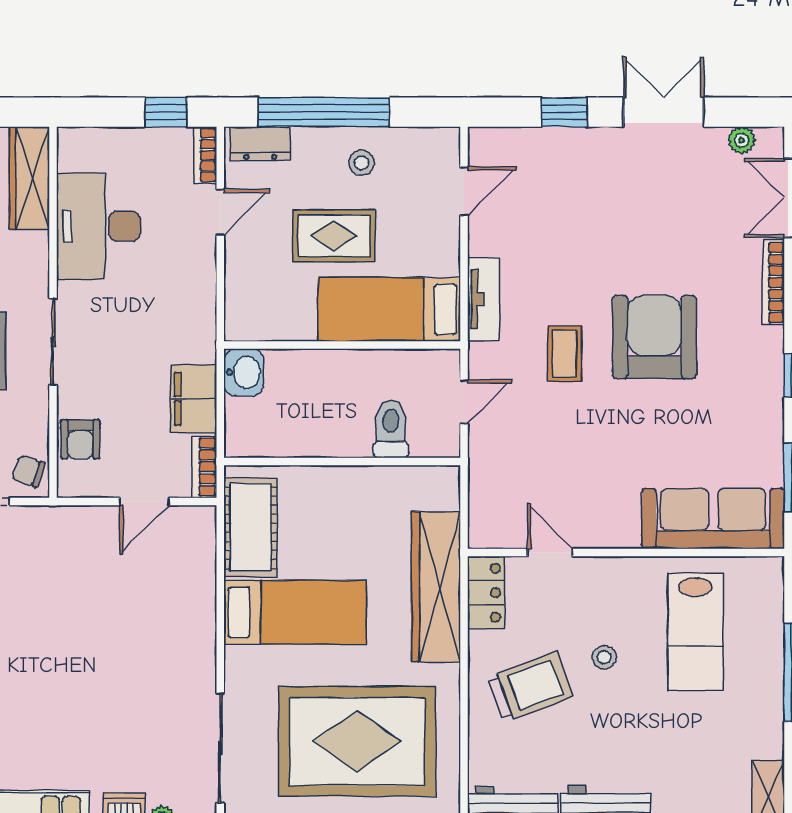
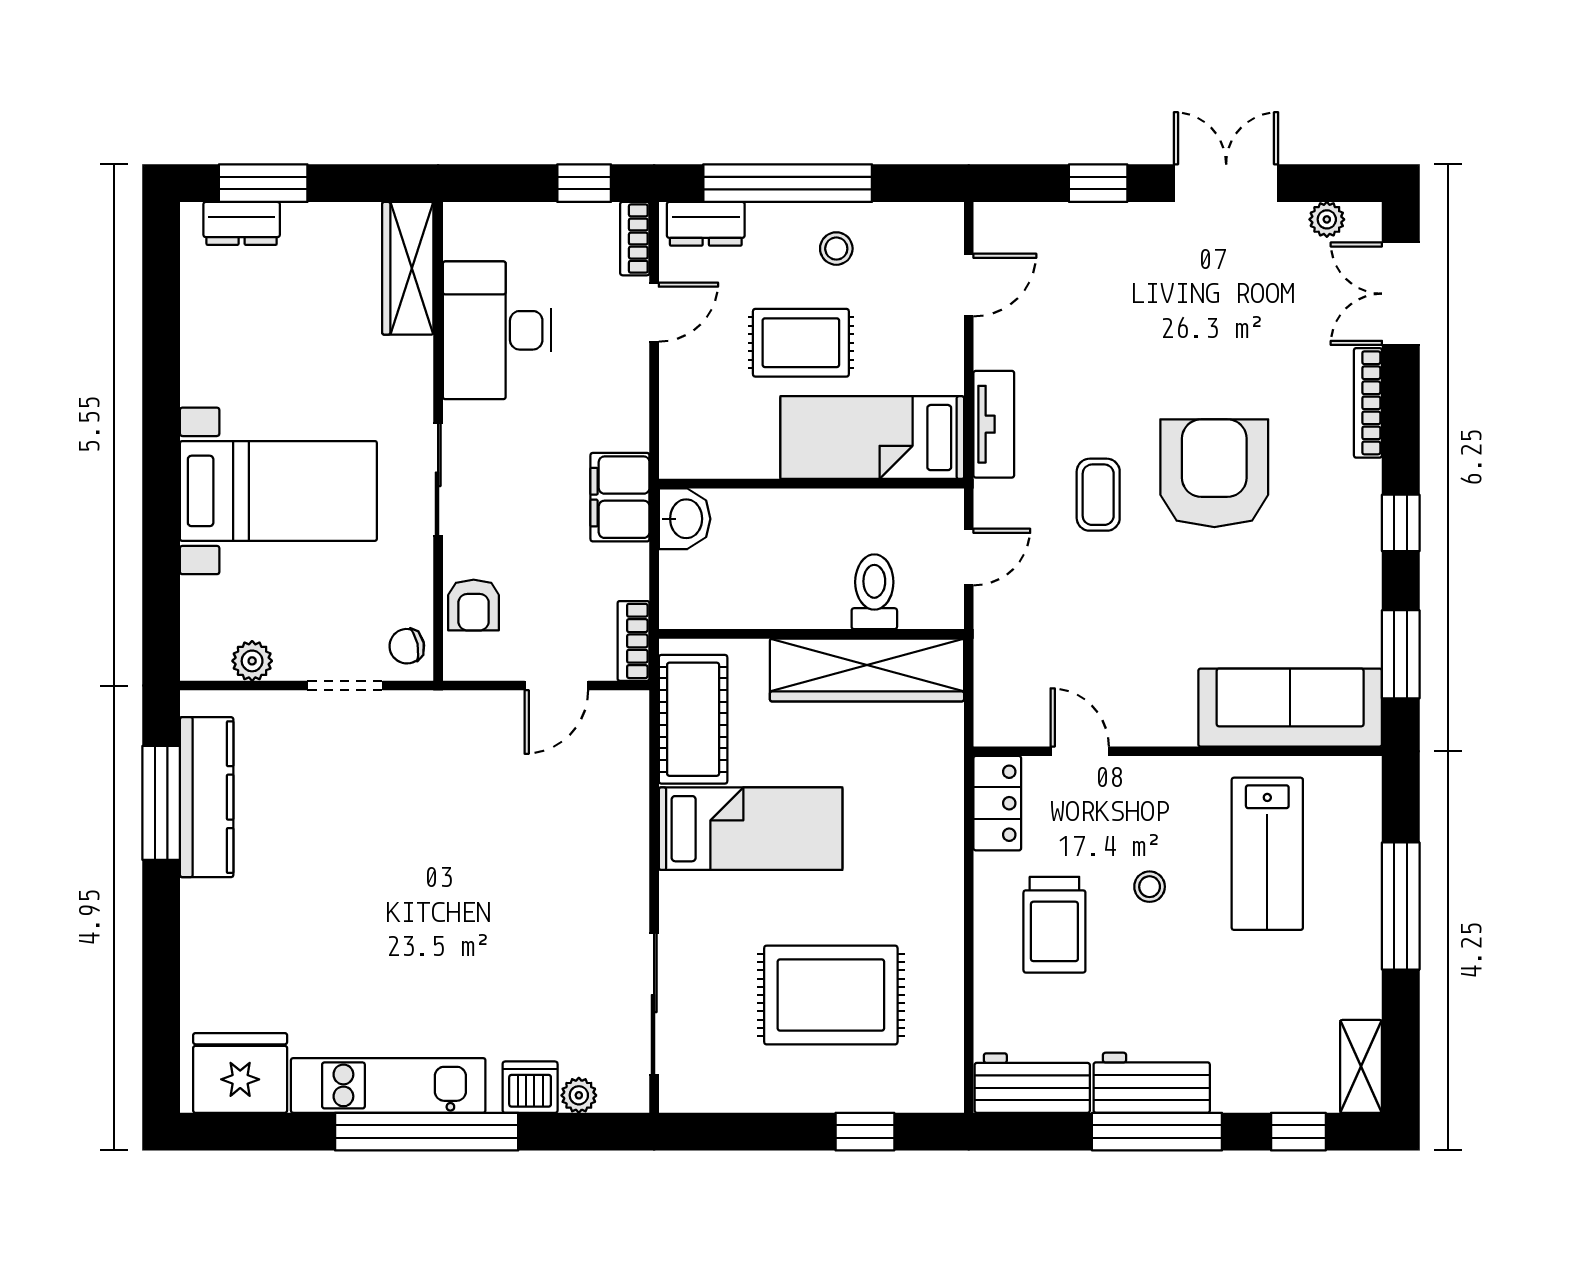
filing cabinet: (194, 399) -> (620, 497), moved
chair: (29, 471) -> (407, 646), turned -31
wardrobe: (436, 587) -> (867, 670), moved, turned -90
trolley: (530, 687) -> (1054, 925), turned 110
rug: (357, 741) -> (831, 995), width x0.73, depth x0.69

